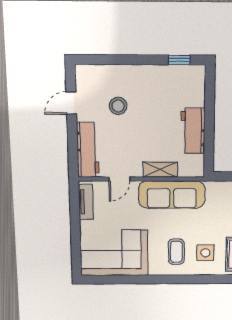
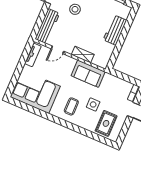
workbench: (193, 131) -> (115, 30), moved
sofa: (172, 195) -> (88, 74), width x0.73
side table: (205, 253) -> (93, 104), moved

